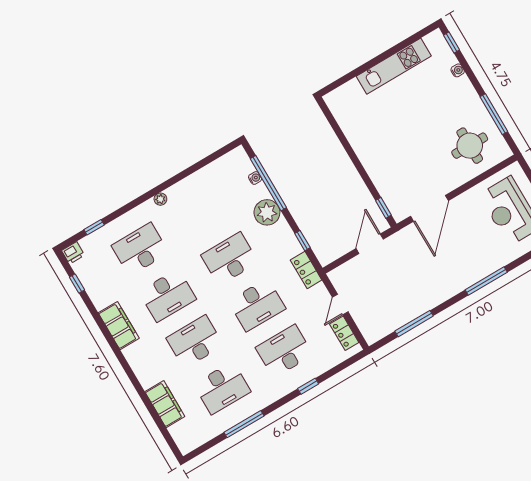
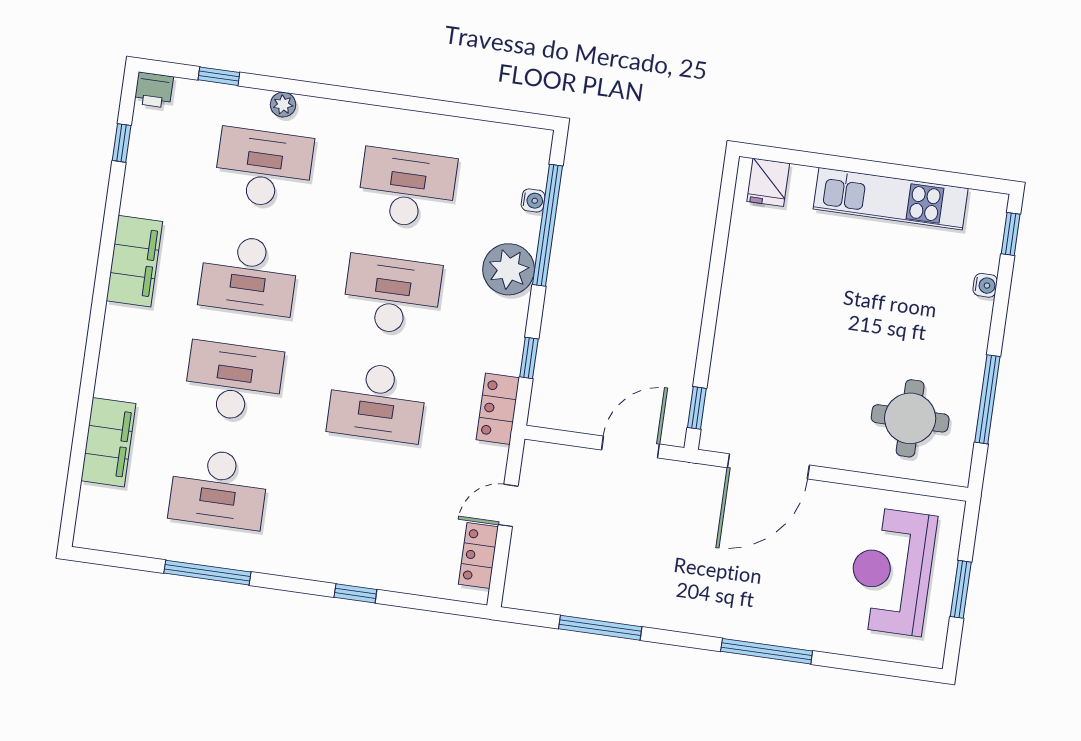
fridge: (341, 98) -> (768, 182), added
plant: (160, 199) -> (283, 105), moved
desk: (284, 351) -> (407, 188), moved

